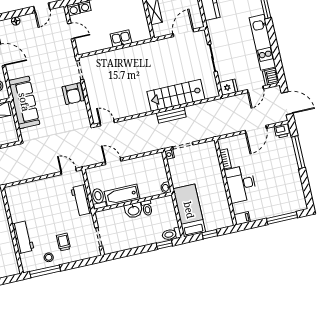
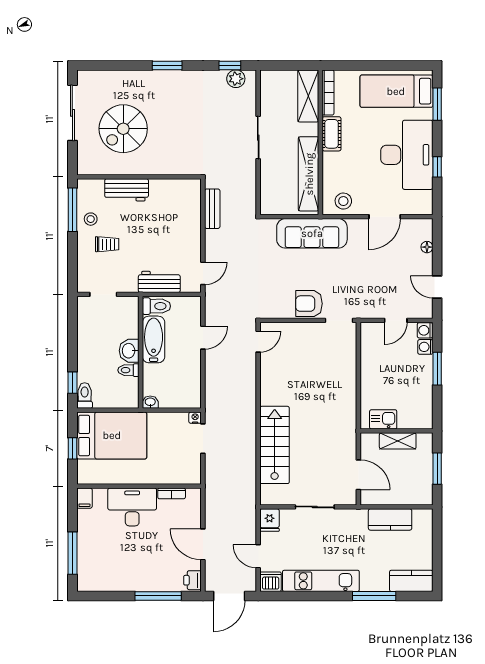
kitchen sink: (121, 39) -> (383, 419), moved, turned -90
bench: (171, 115) -> (212, 209), moved
bed: (189, 210) -> (112, 435), width x1.50

